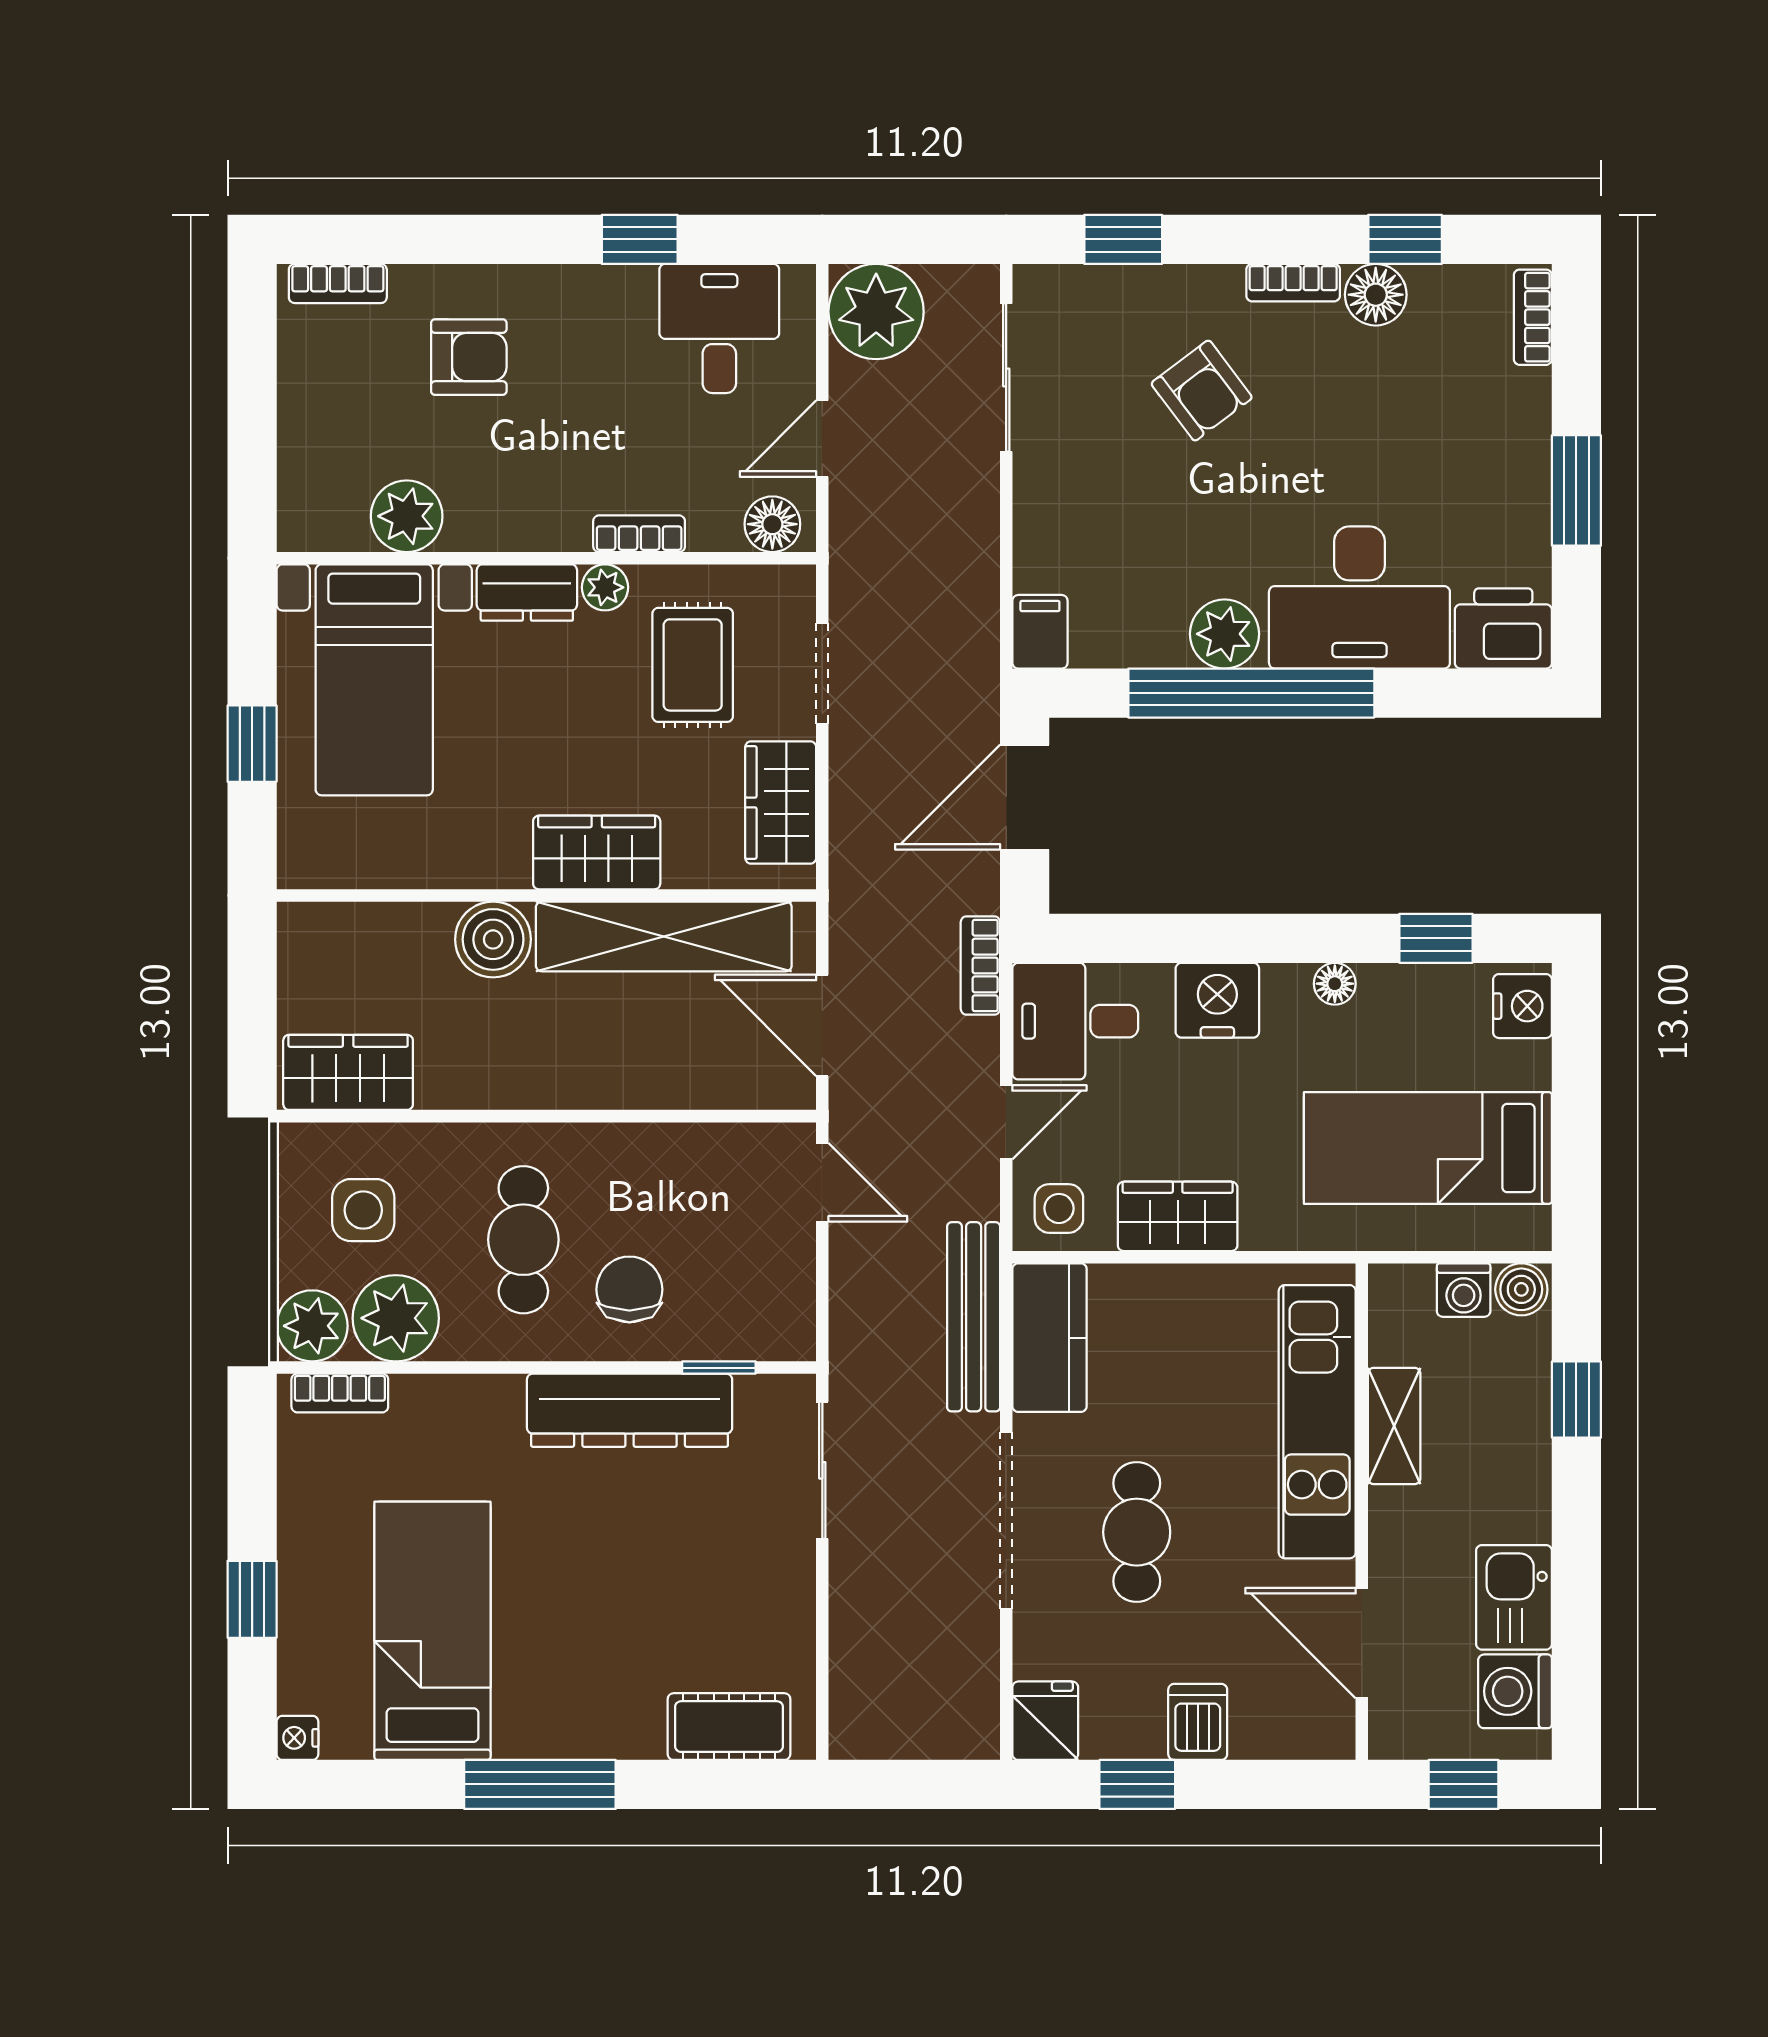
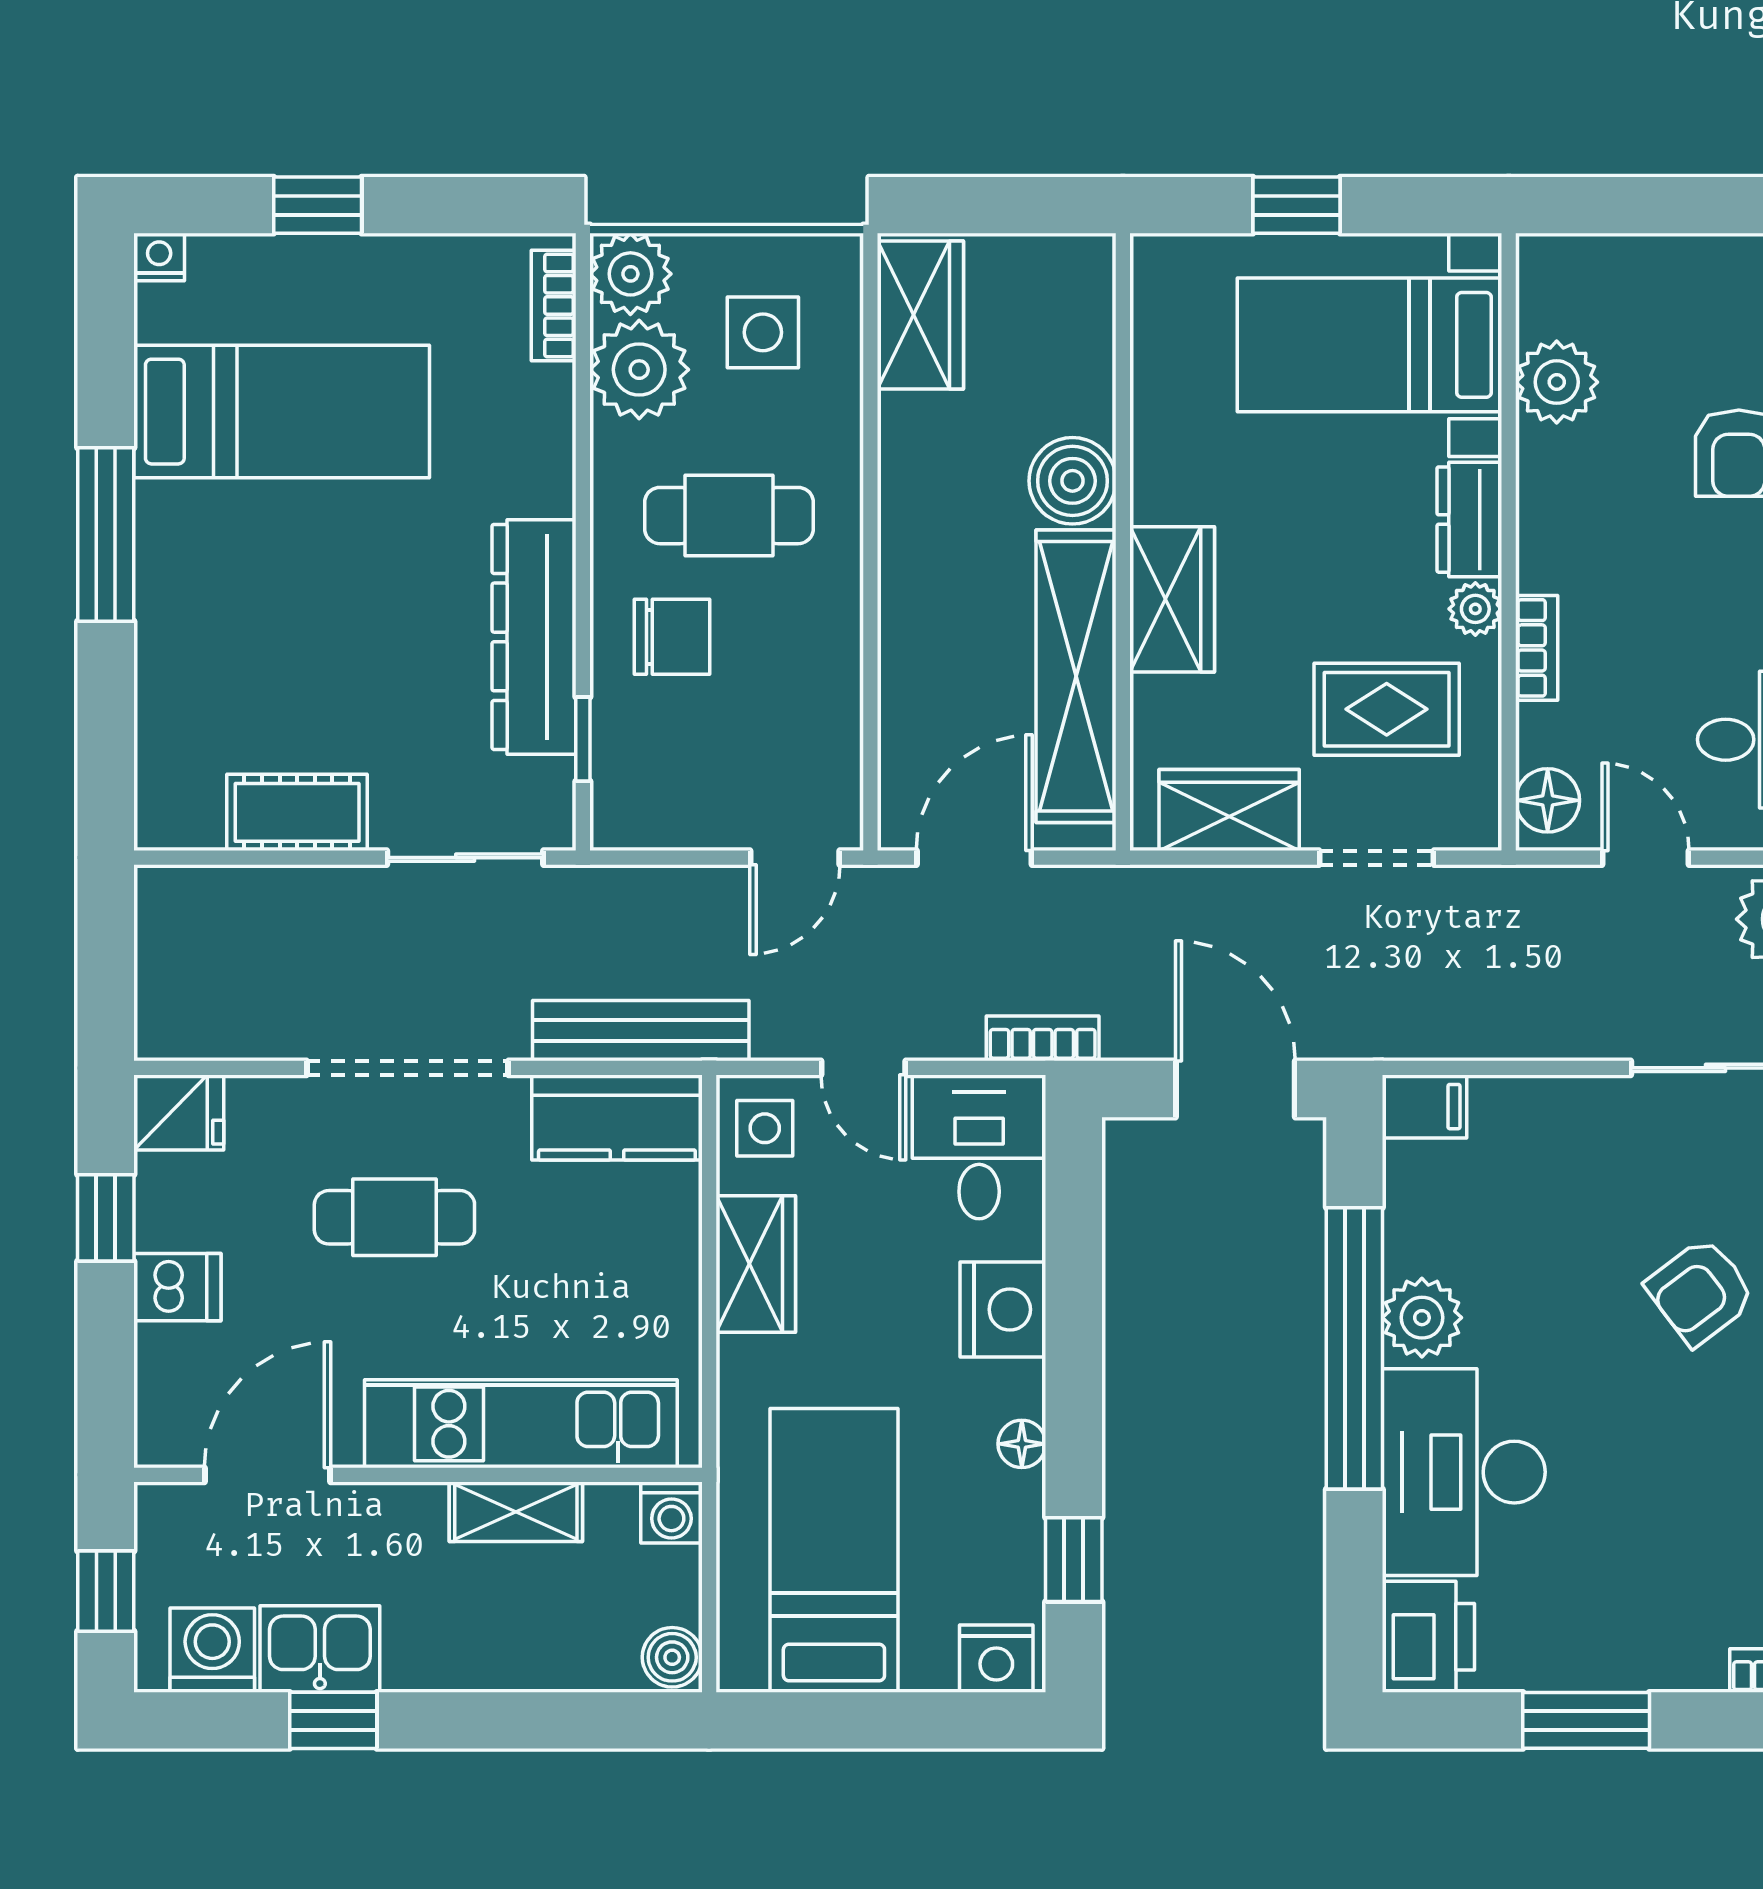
washing machine: (1464, 1290) -> (671, 1512), moved, turned -90
window: (1576, 1400) -> (333, 1720), moved
cot: (729, 1727) -> (297, 812), moved, turned 90

